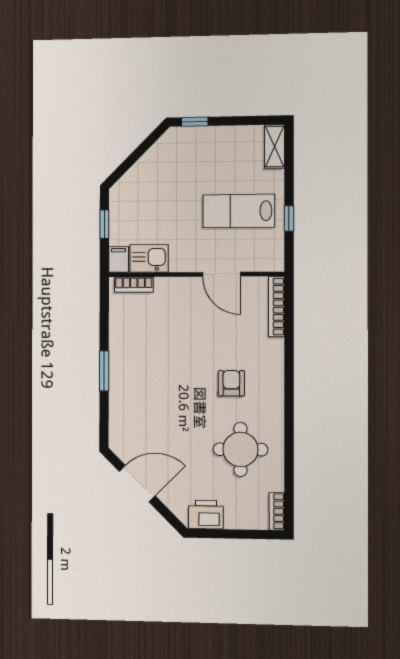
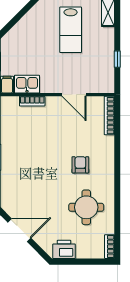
lab bench: (239, 211) -> (71, 30), moved, turned -90
bookcase: (134, 285) -> (32, 101), moved

